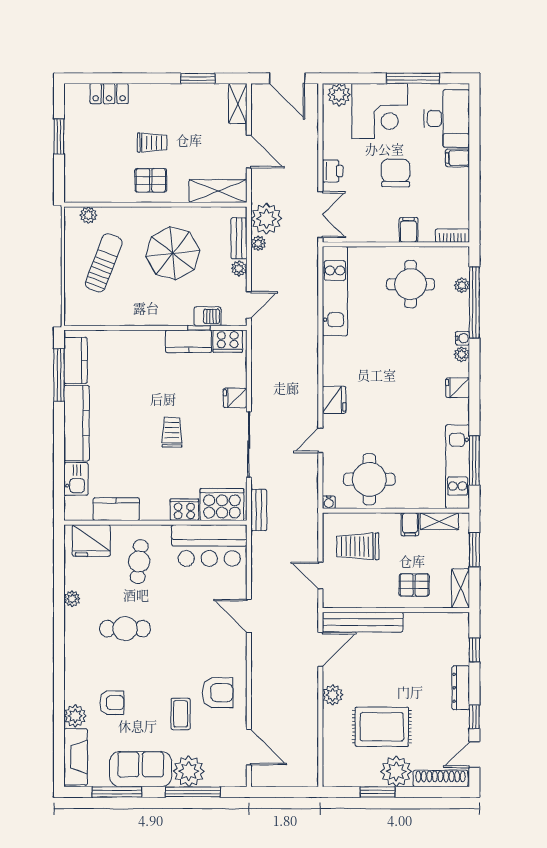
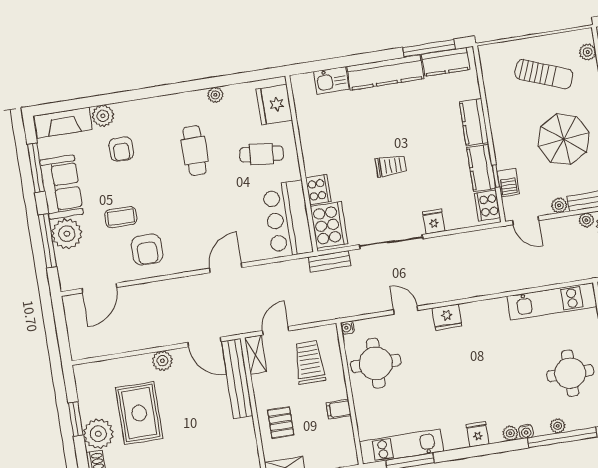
plant: (462, 285) -> (558, 426), moved
kitchen counter: (116, 509) -> (474, 122), moved, turned 180
shelving: (439, 521) -> (256, 355), moved

